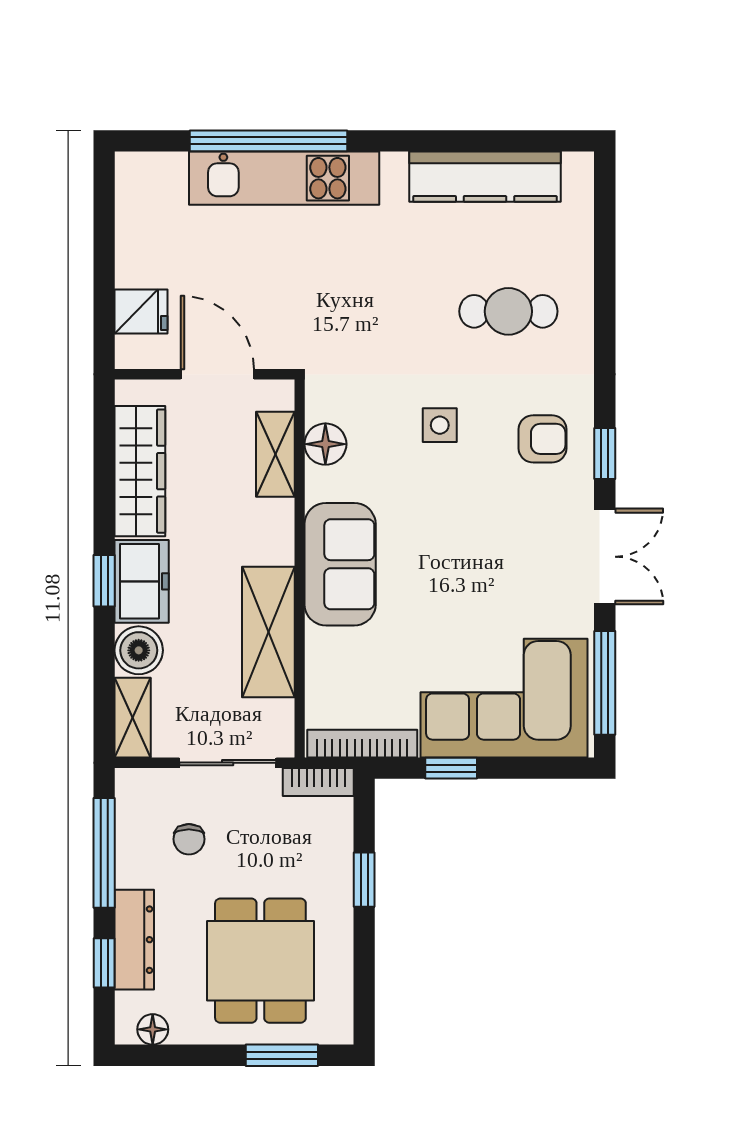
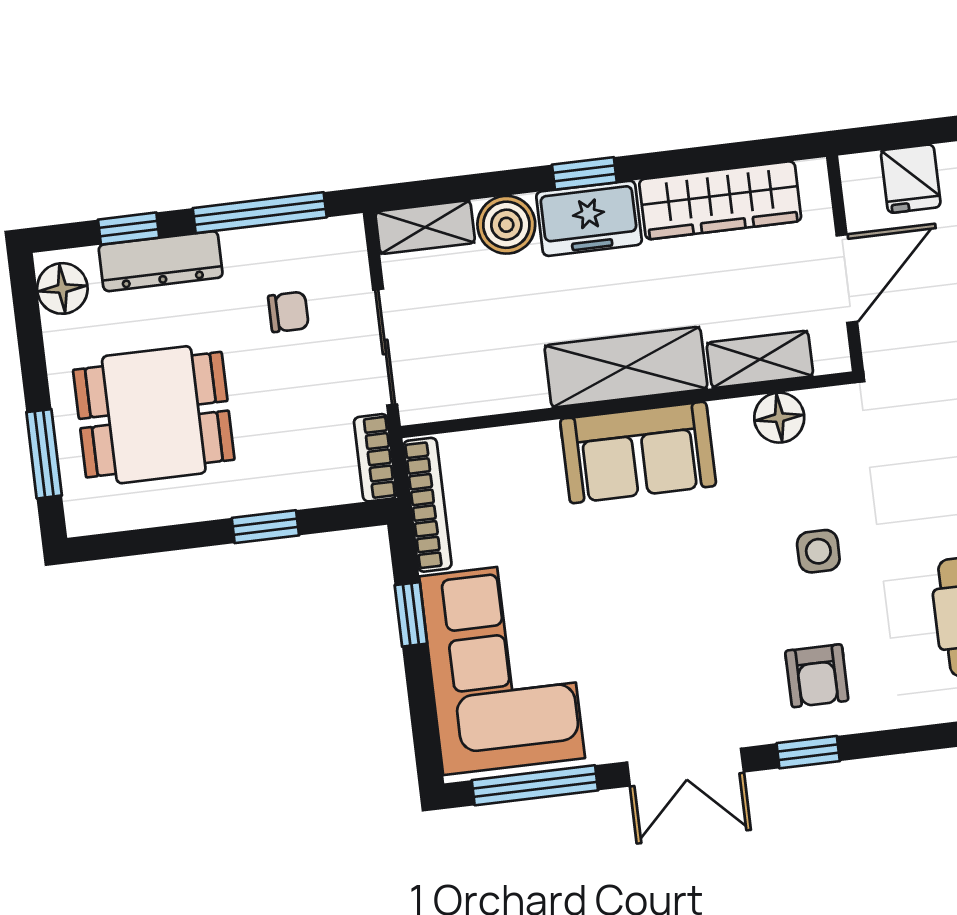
shelving: (268, 632) -> (626, 367), moved
chair: (189, 839) -> (288, 312), turned 180
floor lamp: (153, 1029) -> (62, 288), width x1.37, depth x1.37

